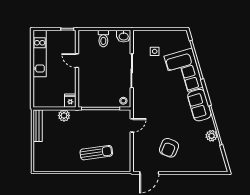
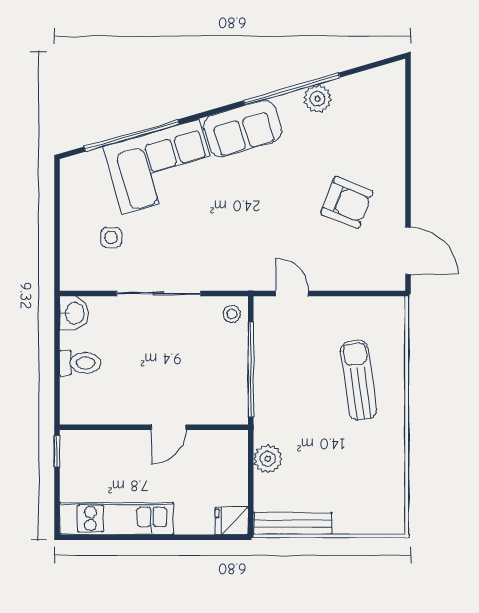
door: (77, 61) -> (169, 427), moved
fridge: (70, 101) -> (232, 521), moved

